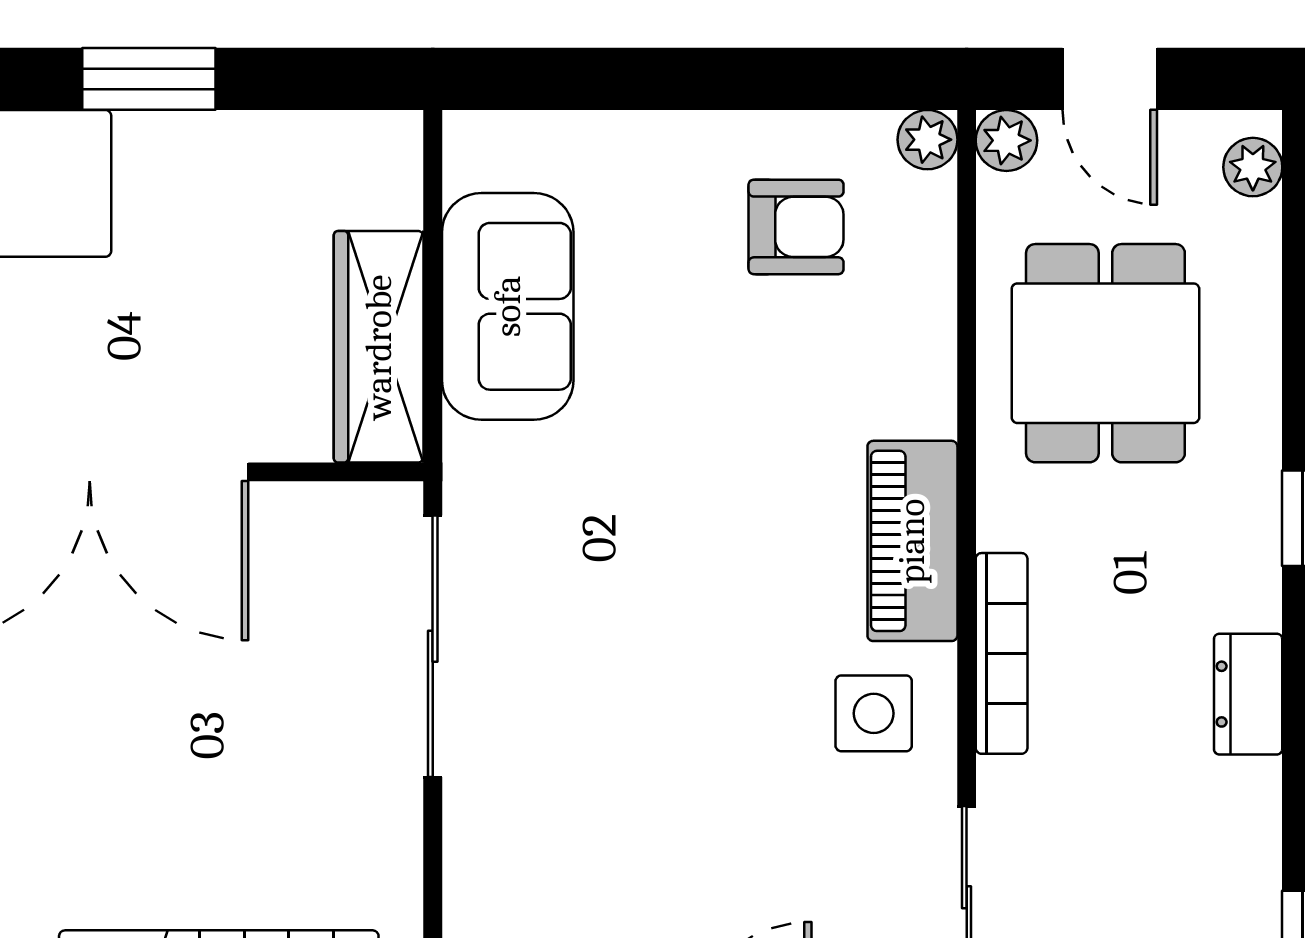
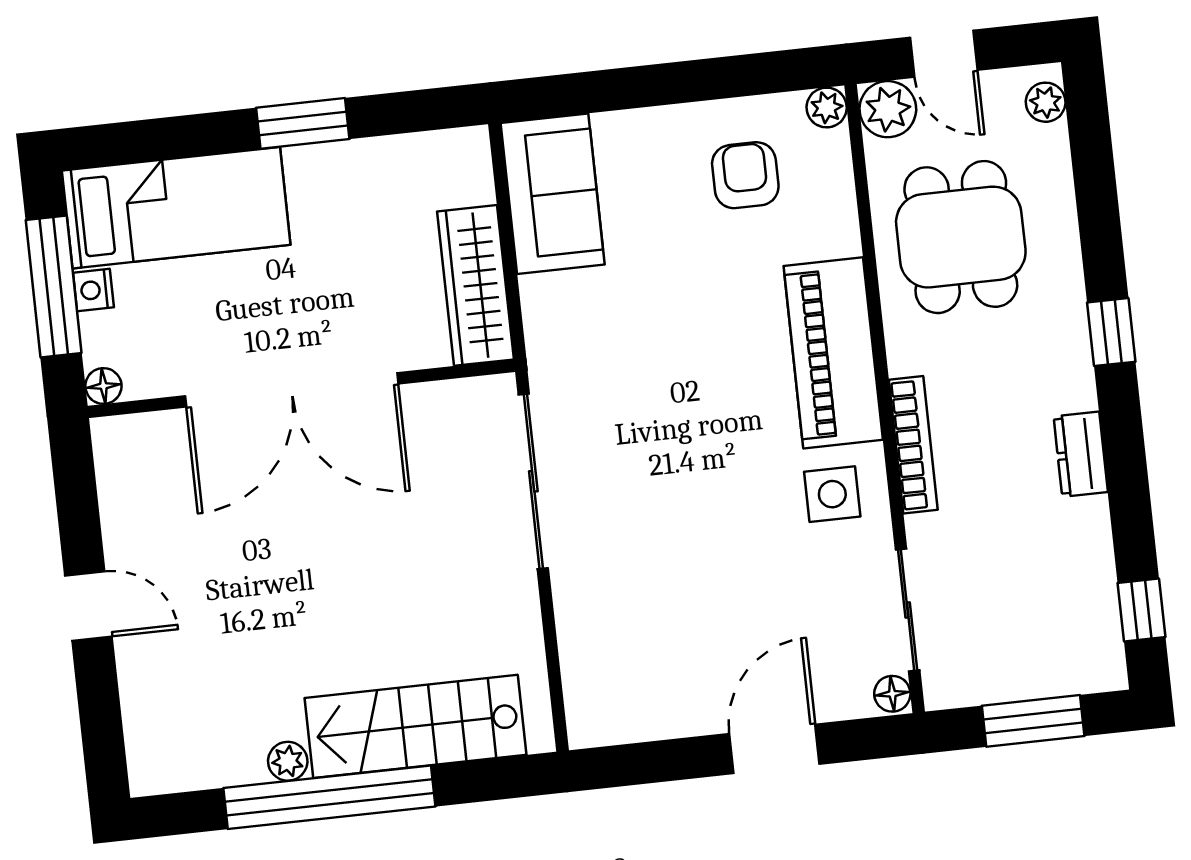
plant: (1006, 140) -> (888, 109), width x1.38, depth x1.38
armchair: (796, 227) -> (745, 175), turned -90
sofa: (508, 306) -> (553, 194), moved
piano: (912, 541) -> (833, 353), width x1.37, depth x1.33

